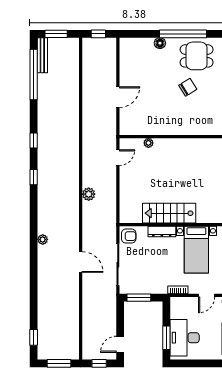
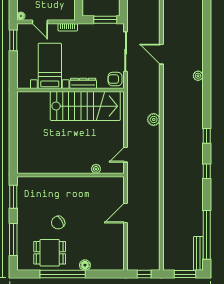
stairs: (169, 213) -> (85, 106), width x1.36, depth x1.51
door: (207, 295) -> (40, 22), swing flipped

